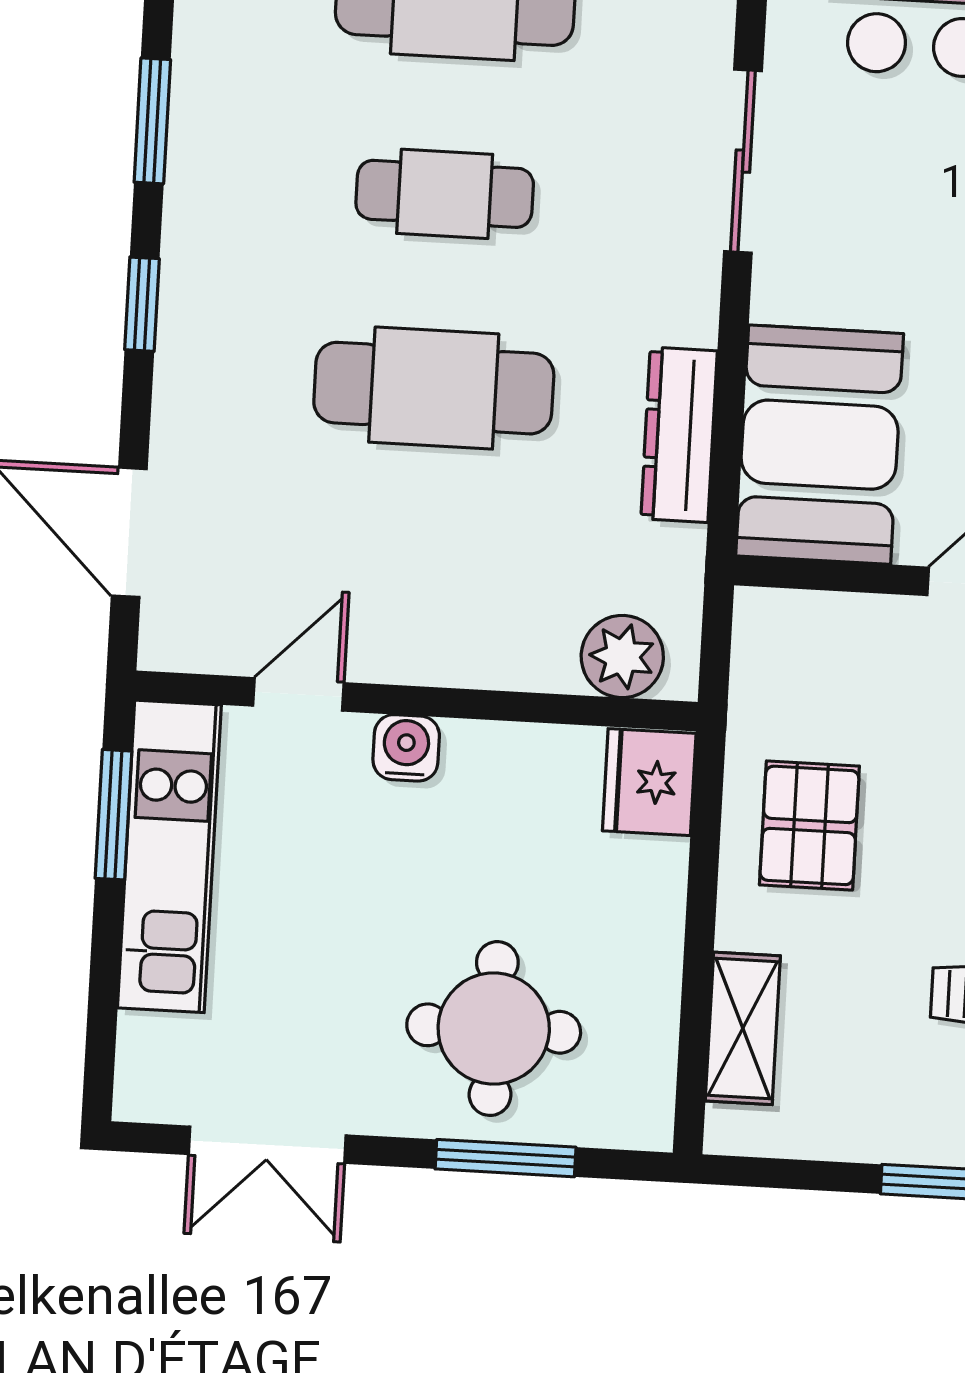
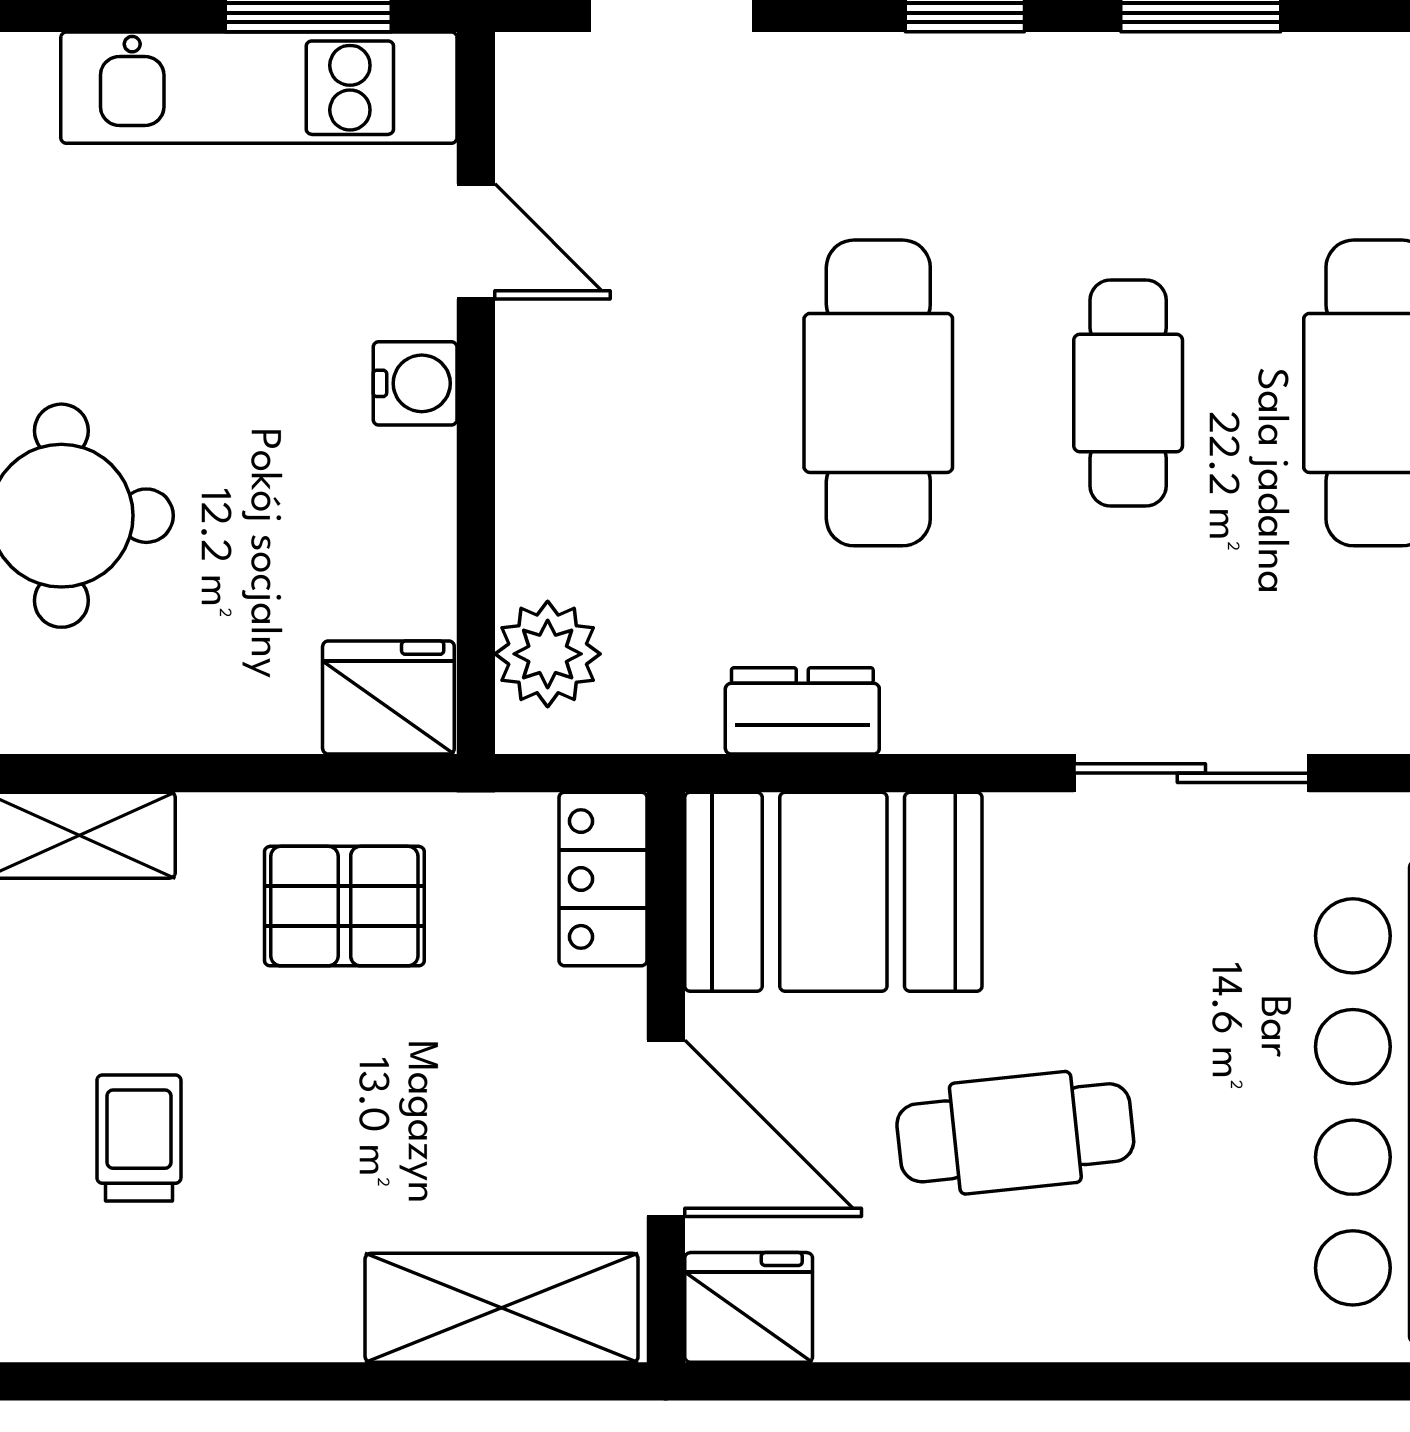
dresser: (679, 435) -> (802, 711), width x0.70
locker: (800, 623) -> (603, 879), added

